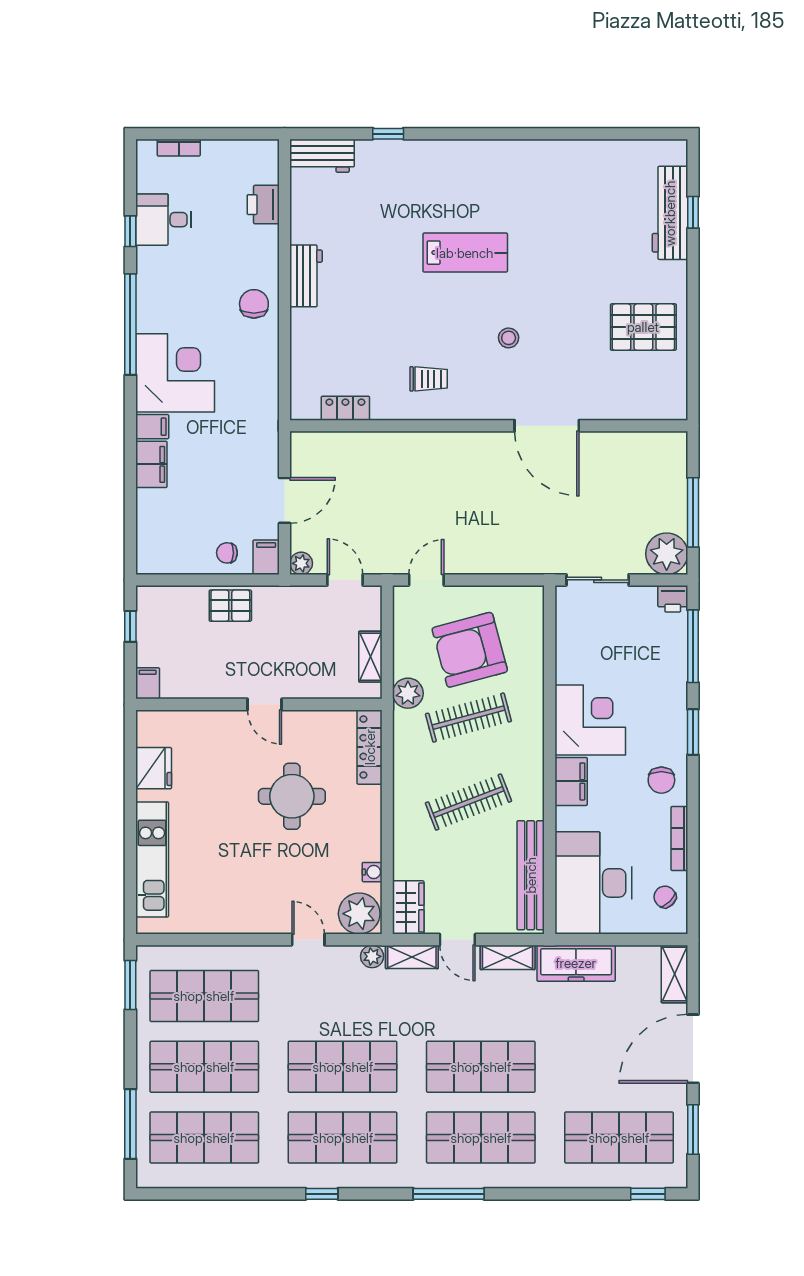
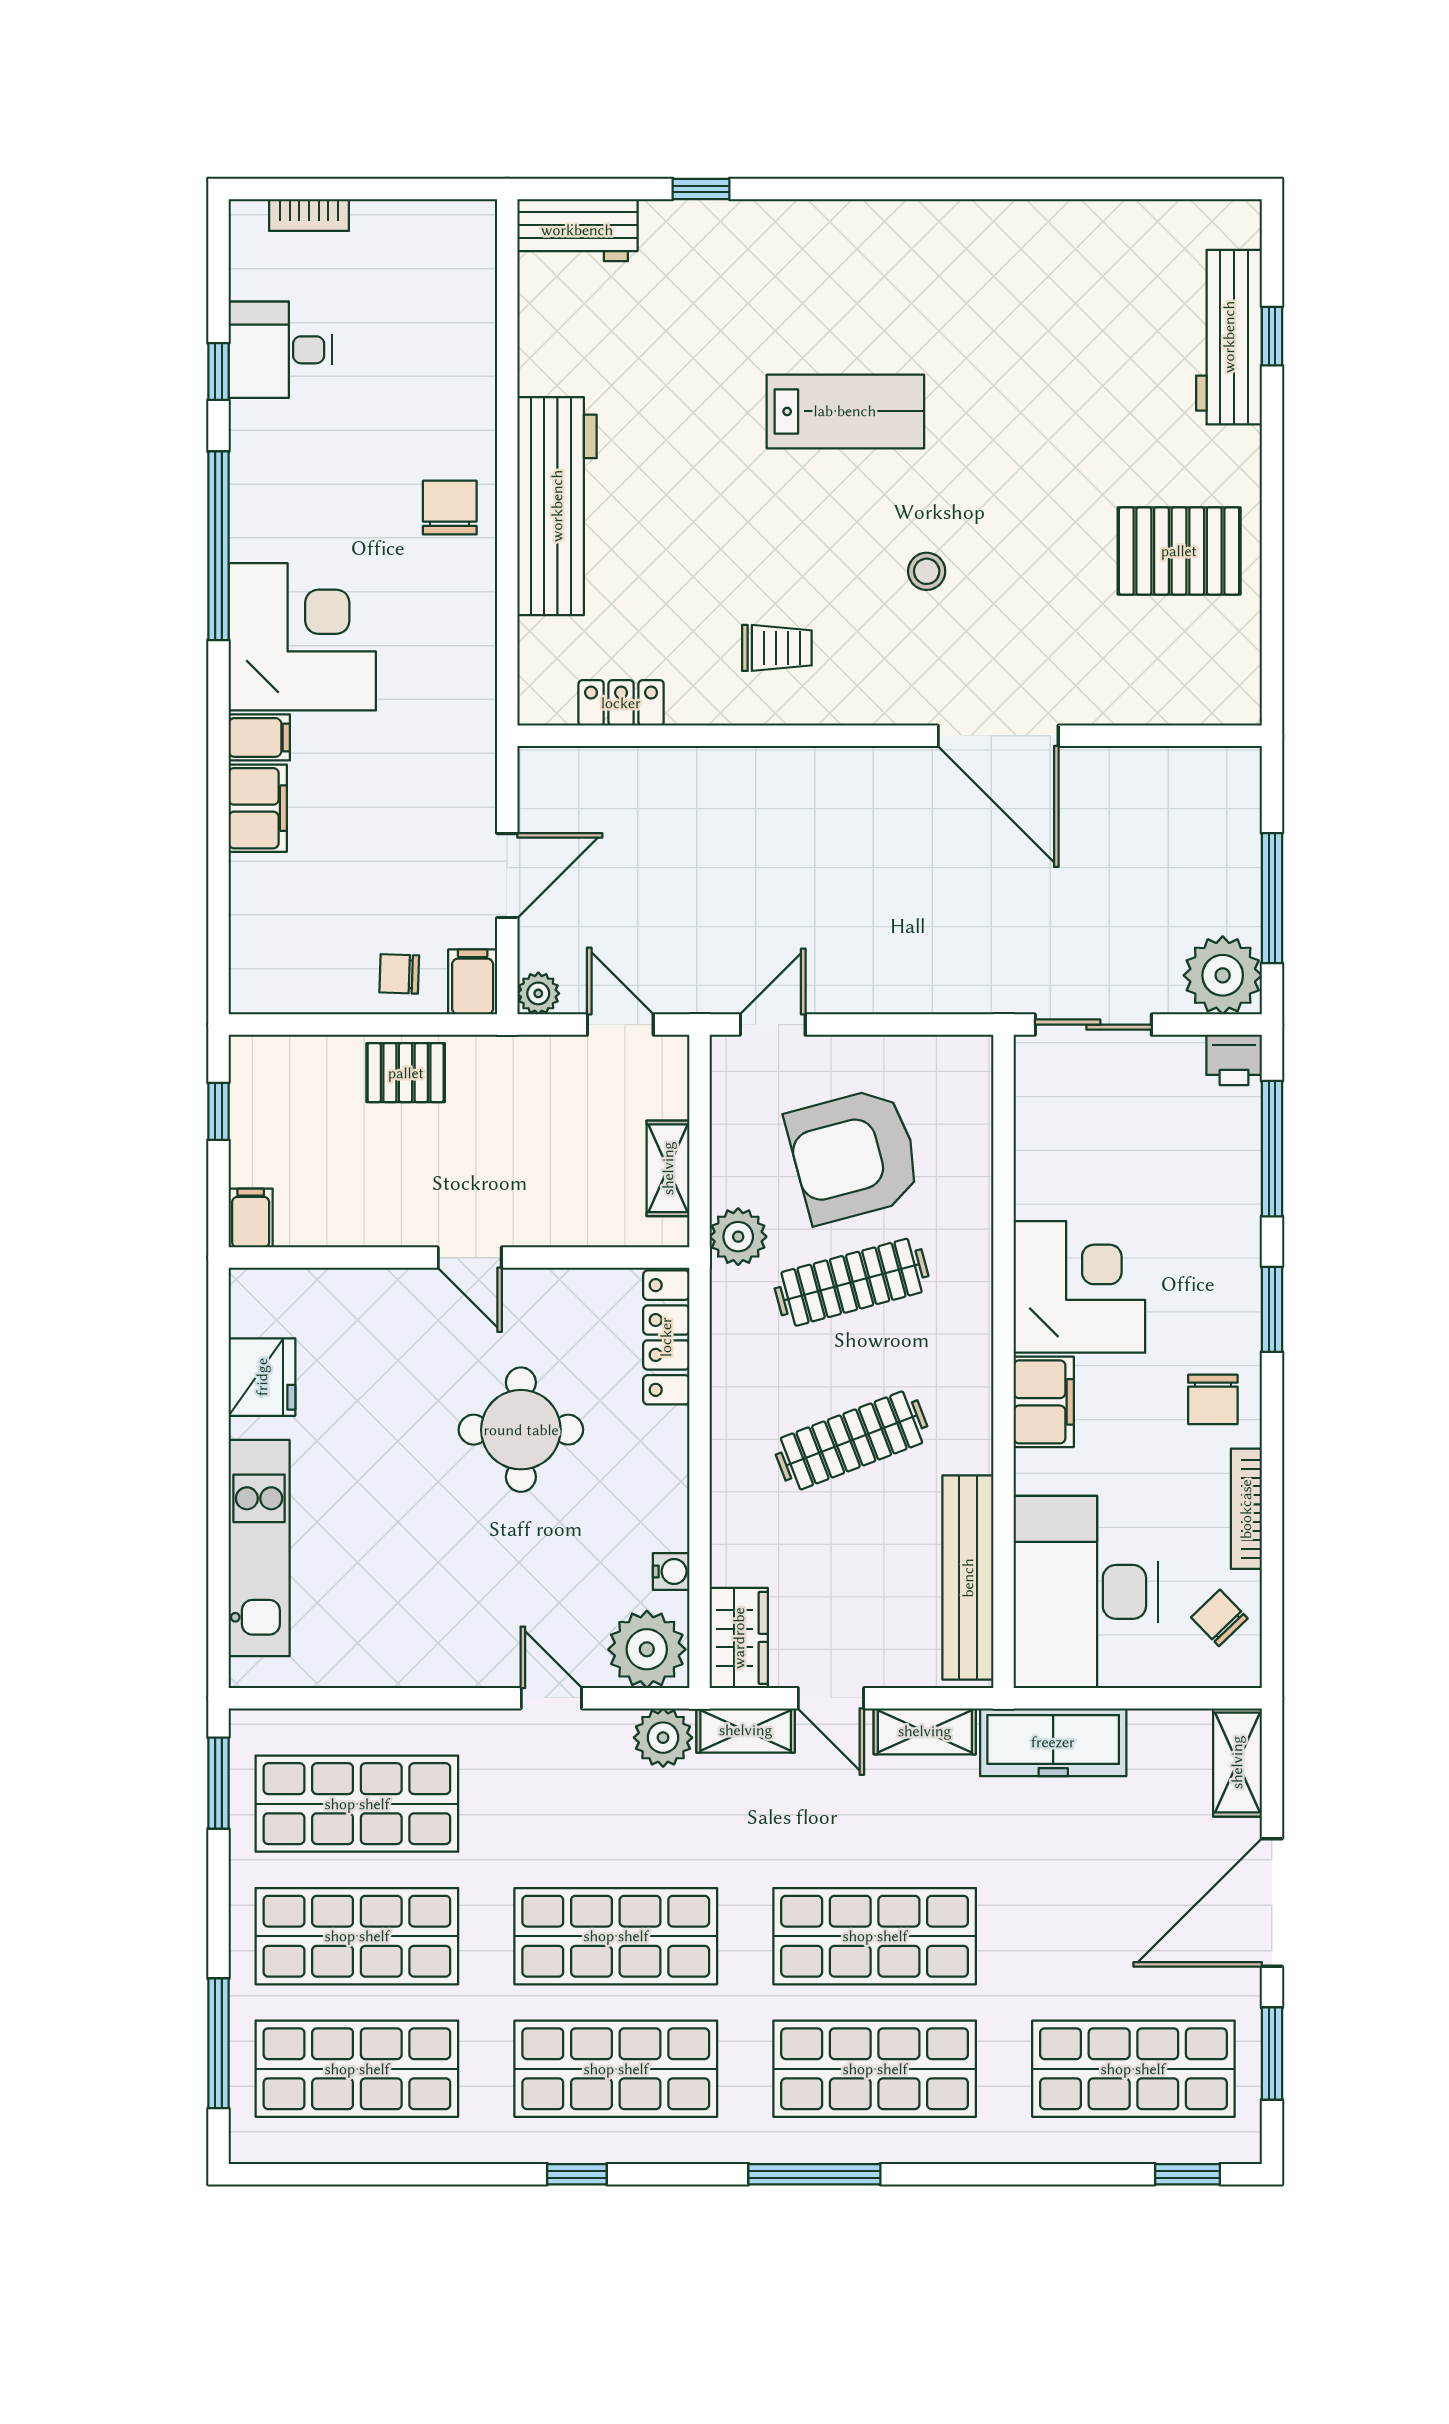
printer: (263, 205) -> (467, 322), removed
workbench: (306, 276) -> (557, 506), width x1.88, depth x1.32
plant: (372, 956) -> (663, 1738), width x1.38, depth x1.38

